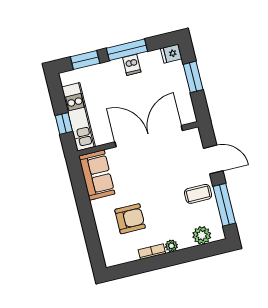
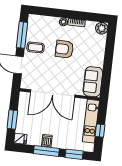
window: (64, 123) -> (100, 131), moved
armchair: (130, 219) -> (64, 49), moved
plant: (202, 235) -> (102, 28), moved

